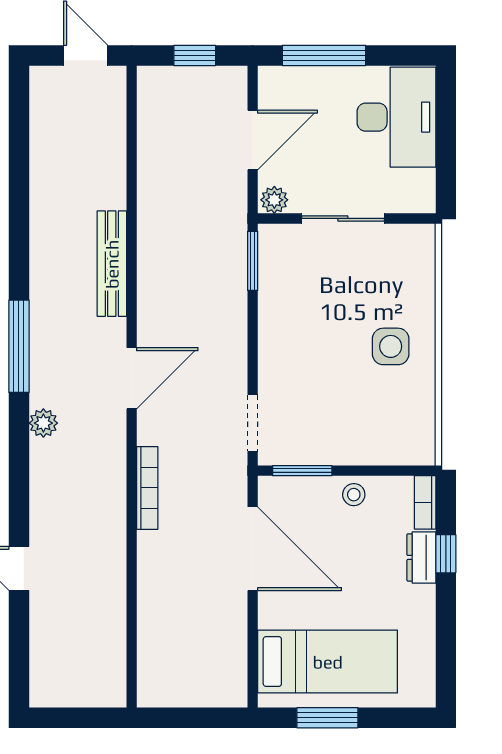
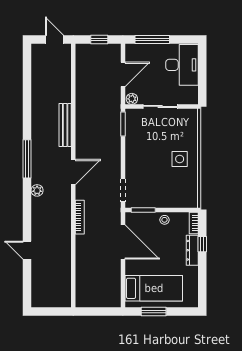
dresser: (421, 557) -> (192, 250), width x1.44

